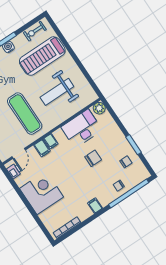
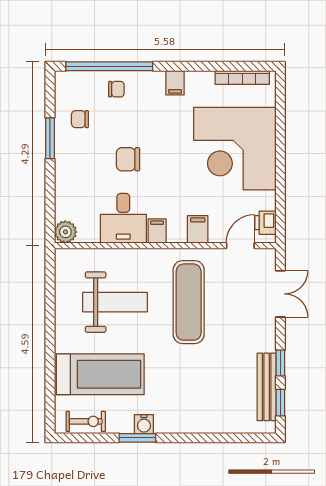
desk: (82, 129) -> (123, 218), width x0.73
filing cabinet: (51, 141) -> (157, 231), moved
corner desk: (41, 193) -> (235, 149), width x1.36, depth x1.36

